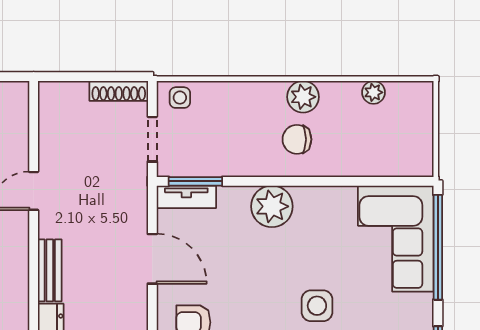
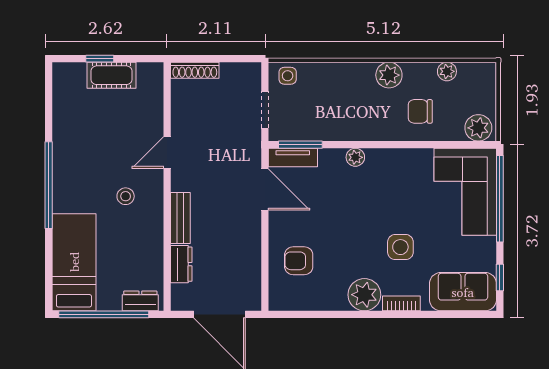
shoe rack: (119, 91) -> (195, 70), moved
chair: (297, 139) -> (420, 111), moved
plant: (412, 161) -> (478, 128), added
plant: (272, 206) -> (355, 157), width x0.53, depth x0.53
door: (152, 259) -> (265, 190), moved

